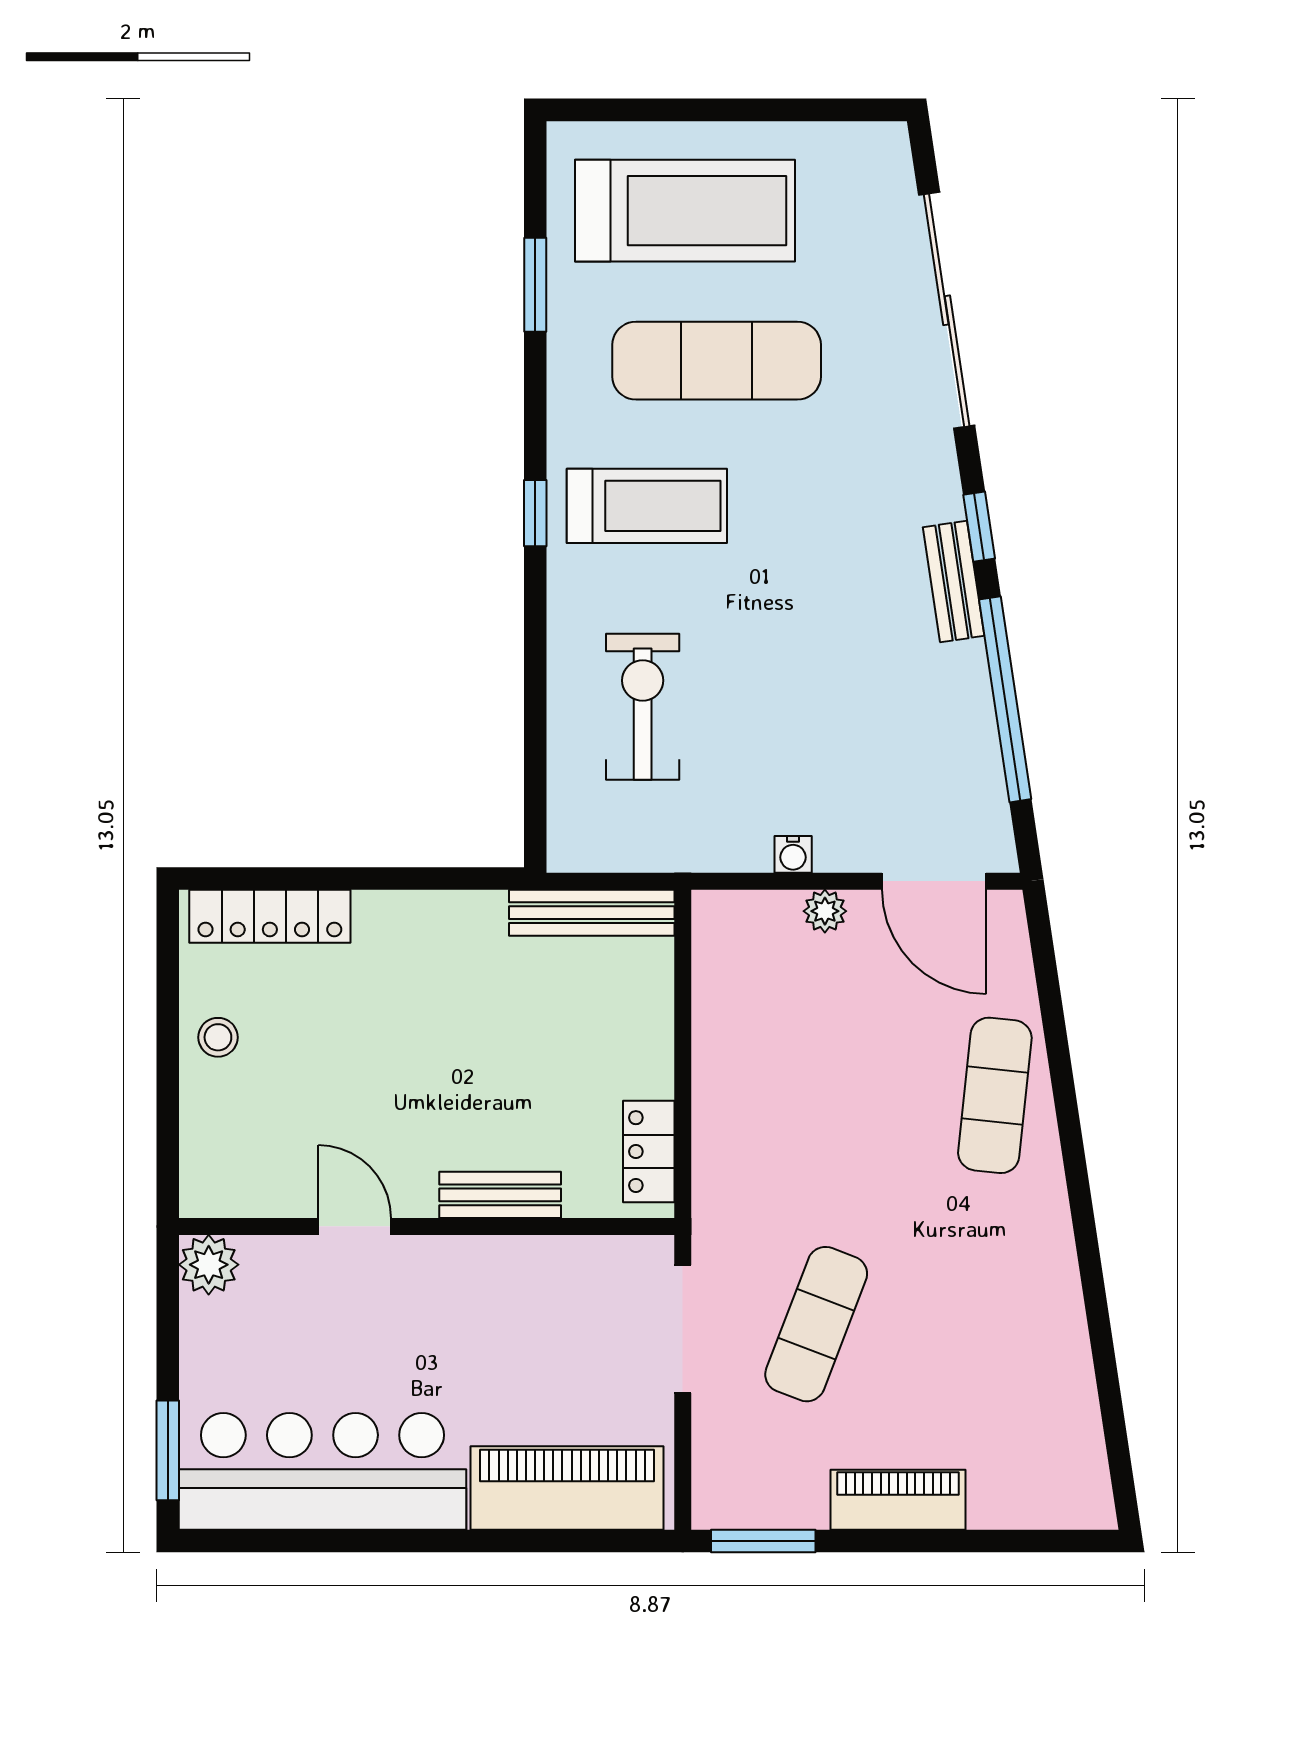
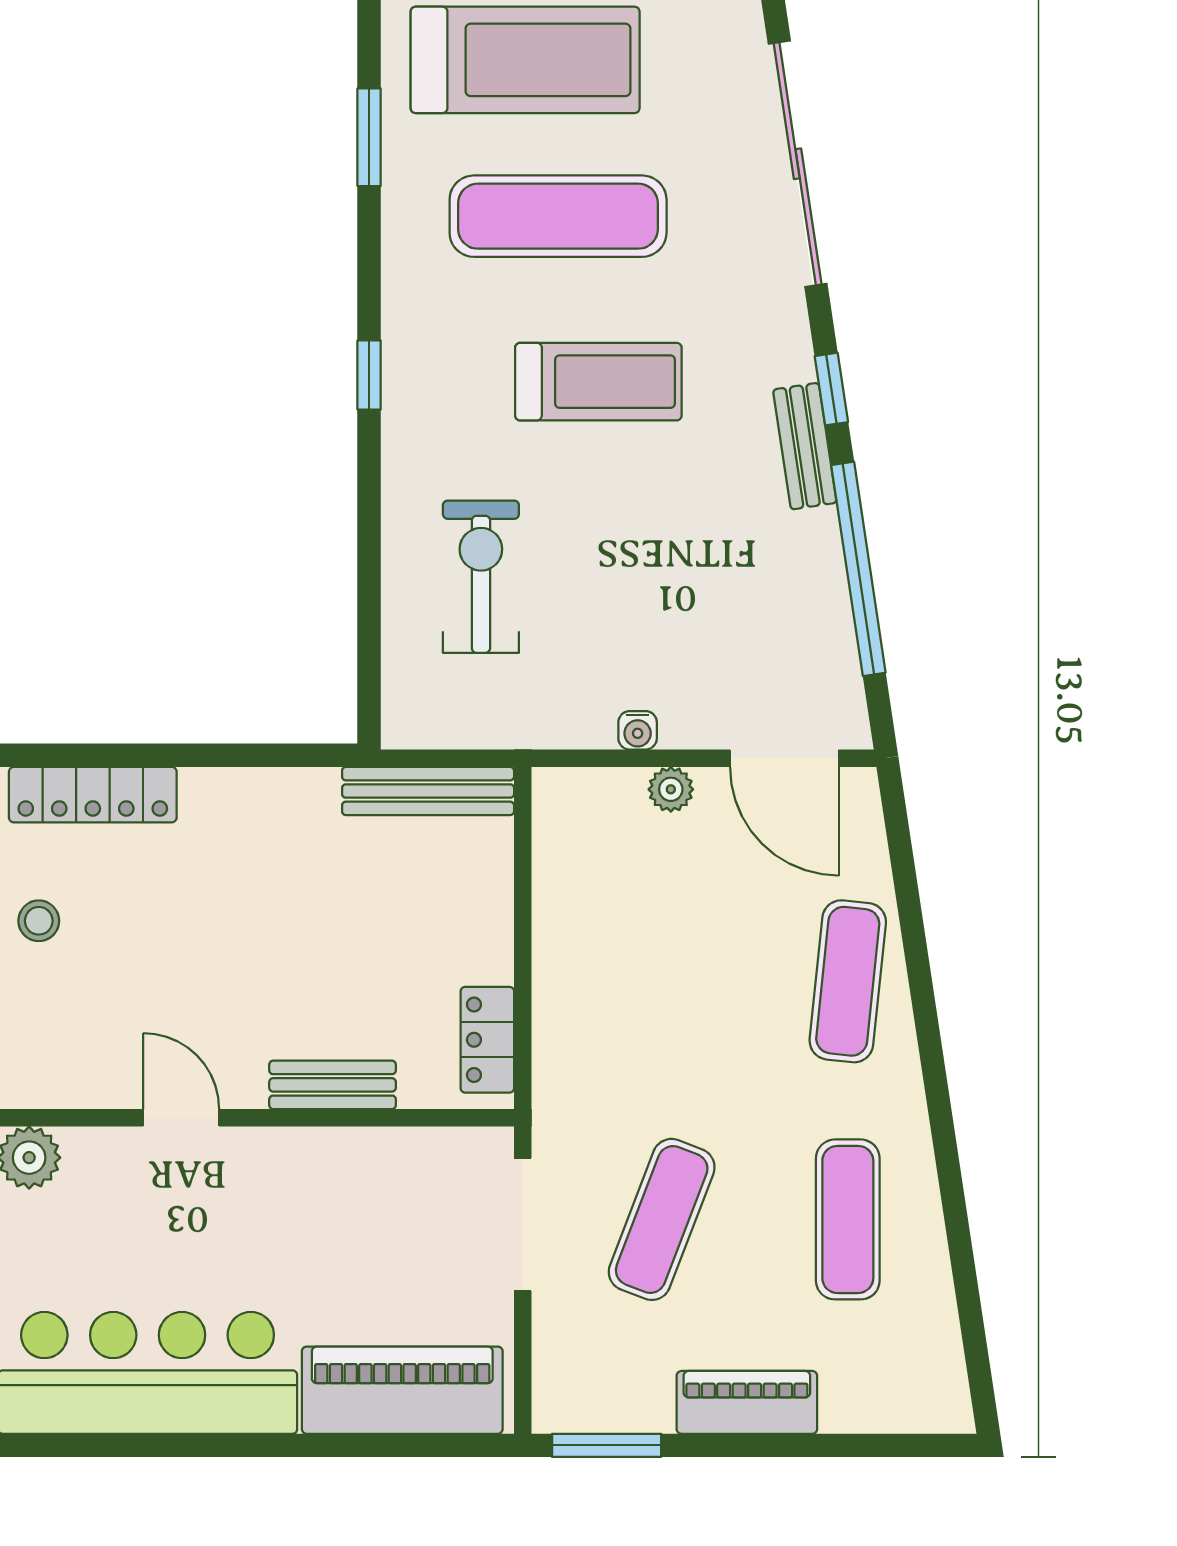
treadmill: (647, 506) -> (598, 382), moved
exercise mat: (995, 1324) -> (848, 1219), added

